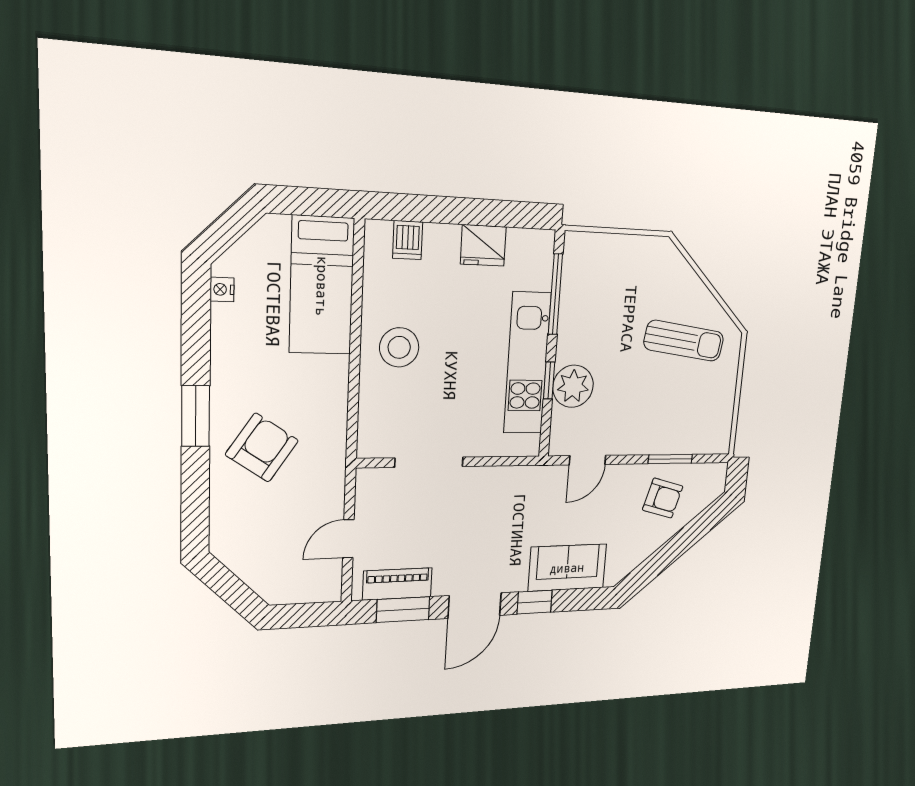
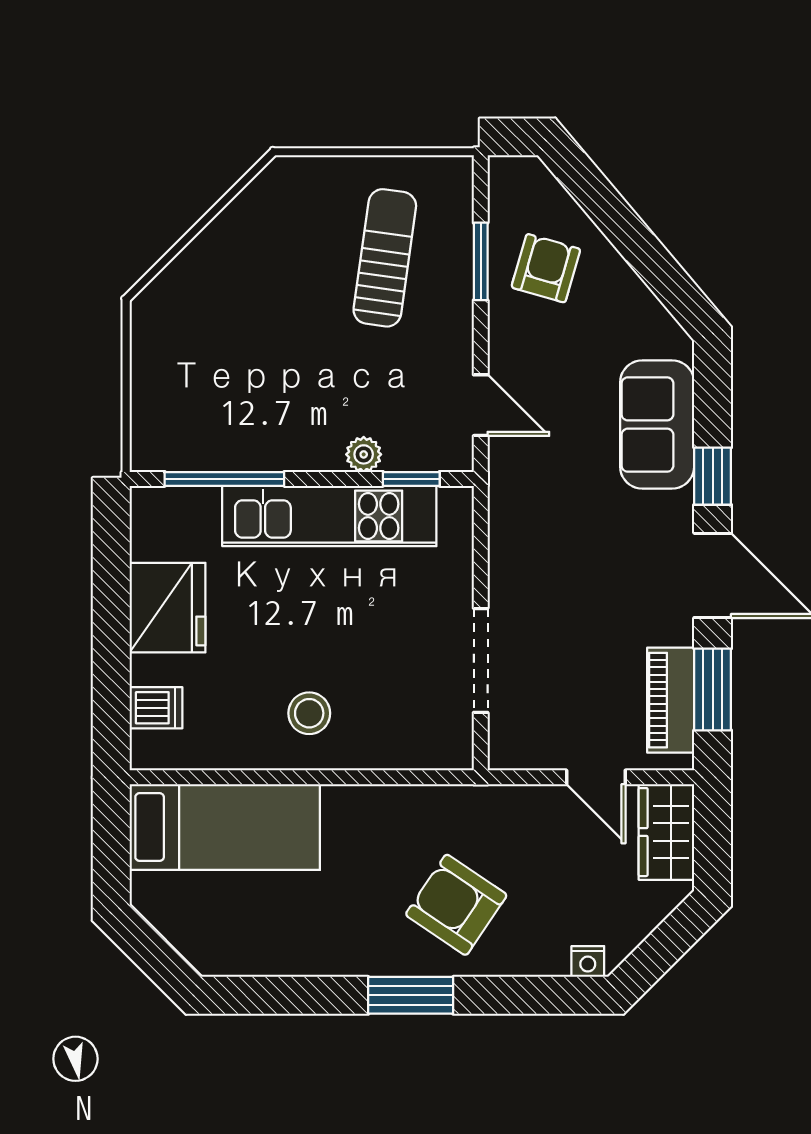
fridge: (483, 245) -> (167, 608), width x1.36, depth x1.34
nightstand: (222, 289) -> (588, 962), moved
sun lounger: (684, 341) -> (385, 258), moved
stool: (399, 347) -> (309, 713), width x0.73, depth x0.73
window: (549, 380) -> (411, 479), moved
plant: (573, 386) -> (364, 454), width x0.53, depth x0.53
wardrobe: (310, 586) -> (666, 832), added

